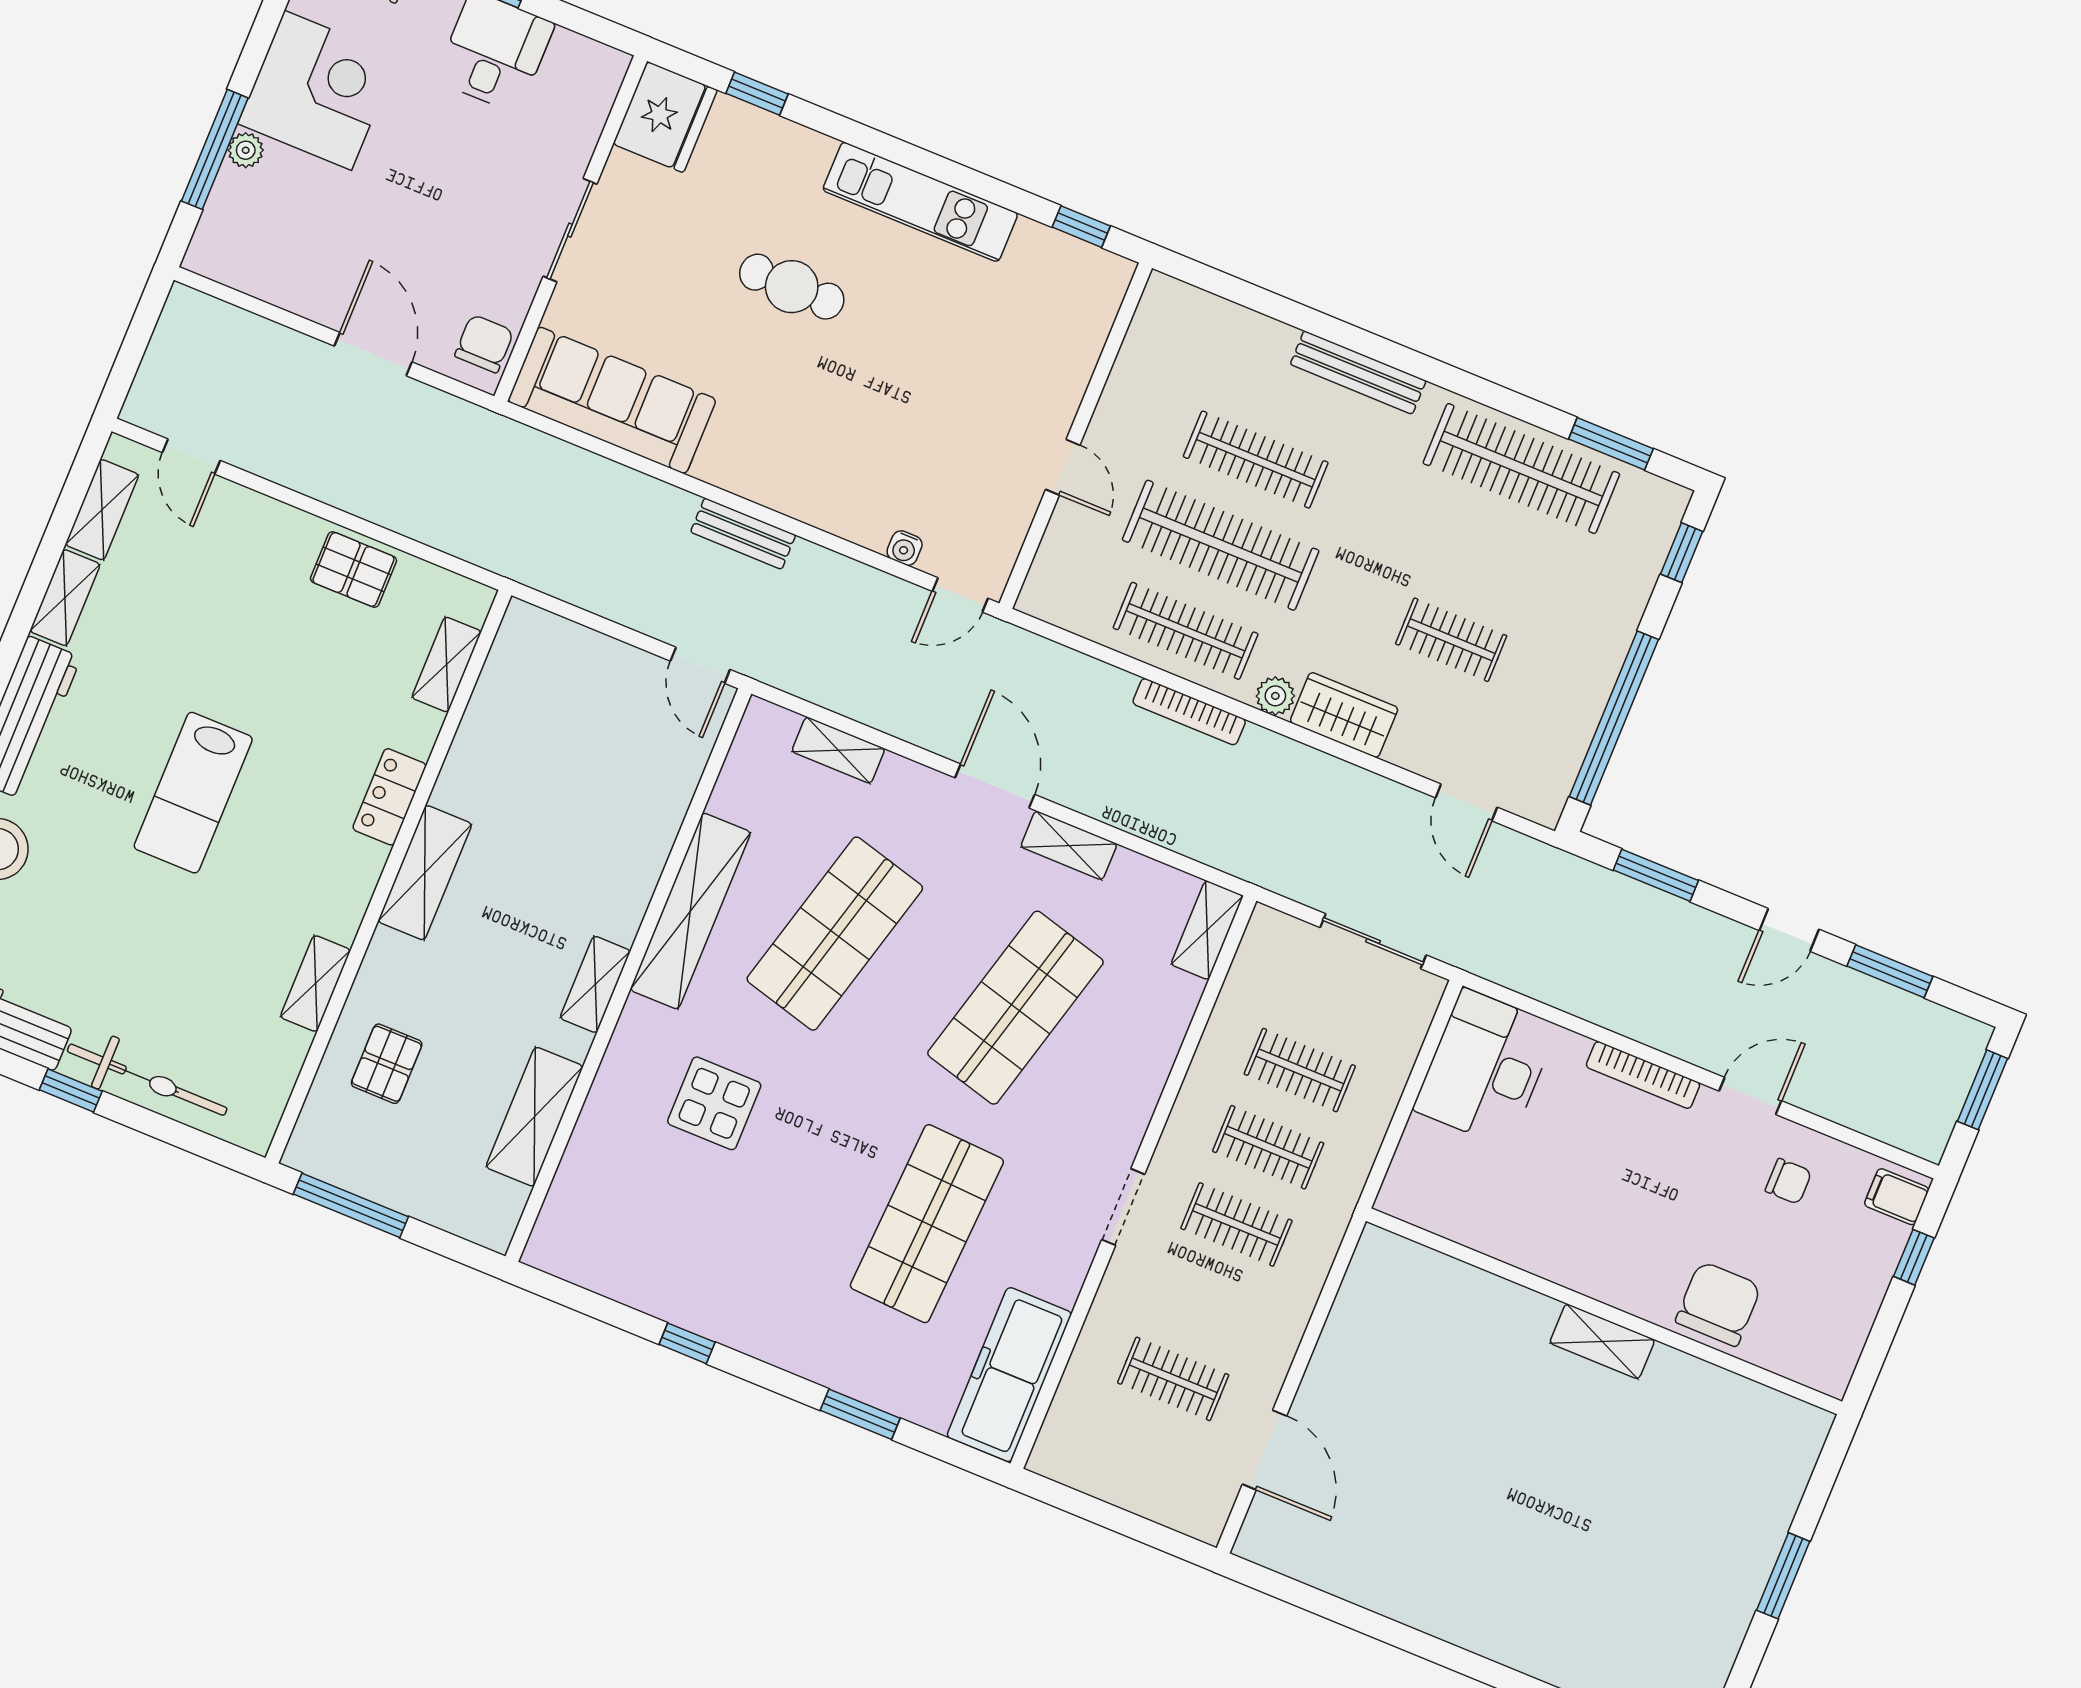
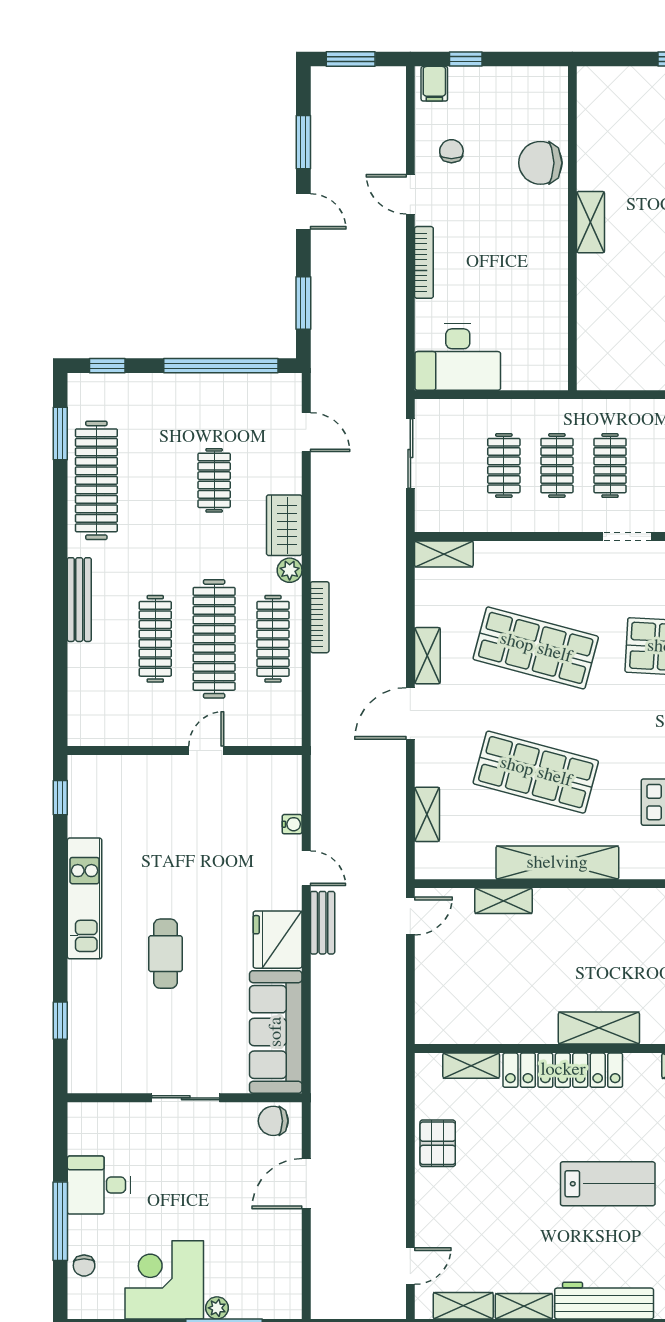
fridge: (665, 117) -> (278, 940), moved, turned -90
door: (960, 595) -> (306, 868), moved
locker: (389, 797) -> (563, 1070), width x2.16, depth x1.21
door: (1466, 802) -> (306, 432), hinge flipped
shelving: (595, 984) -> (504, 901), moved

